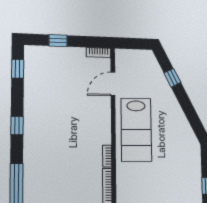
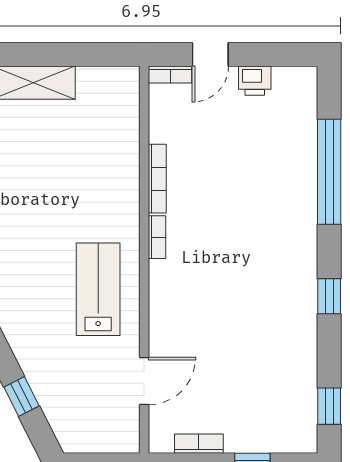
bookcase: (98, 53) -> (199, 444), moved
lab bench: (136, 130) -> (98, 289), width x0.73, depth x0.72

